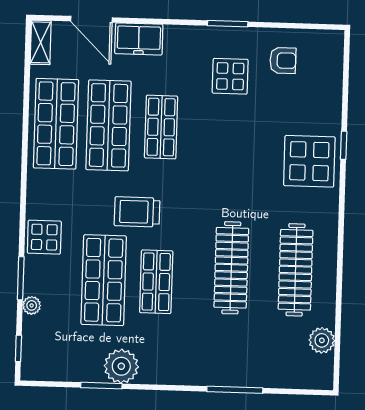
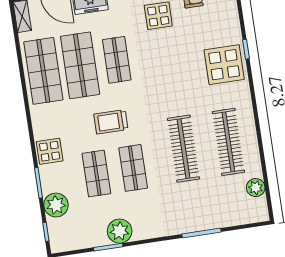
shop shelf: (104, 280) -> (96, 174), width x0.70, depth x0.74
plant: (32, 305) -> (56, 205), width x1.88, depth x1.88

